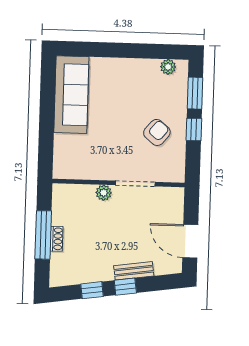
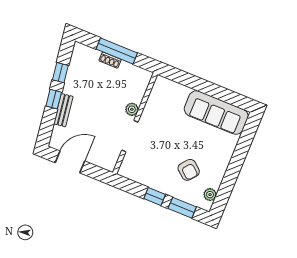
armchair: (157, 132) -> (189, 170), moved

